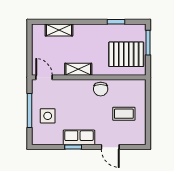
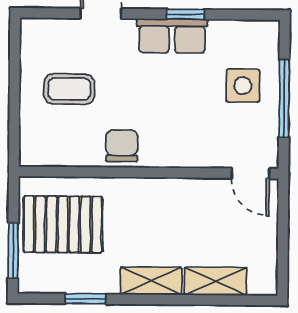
shelving: (78, 69) -> (151, 281), moved

